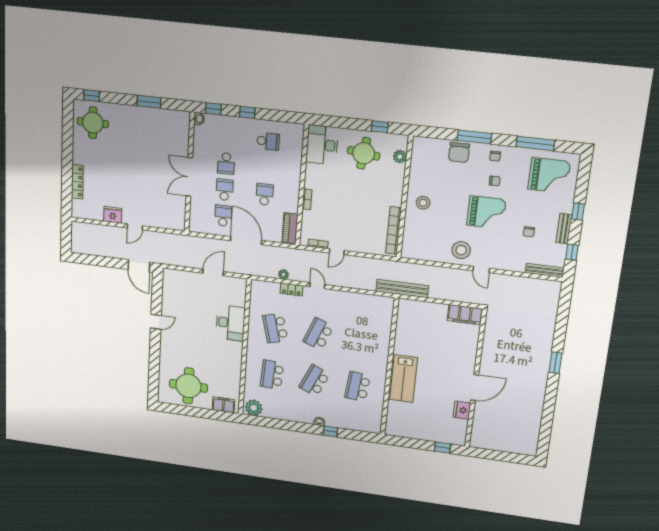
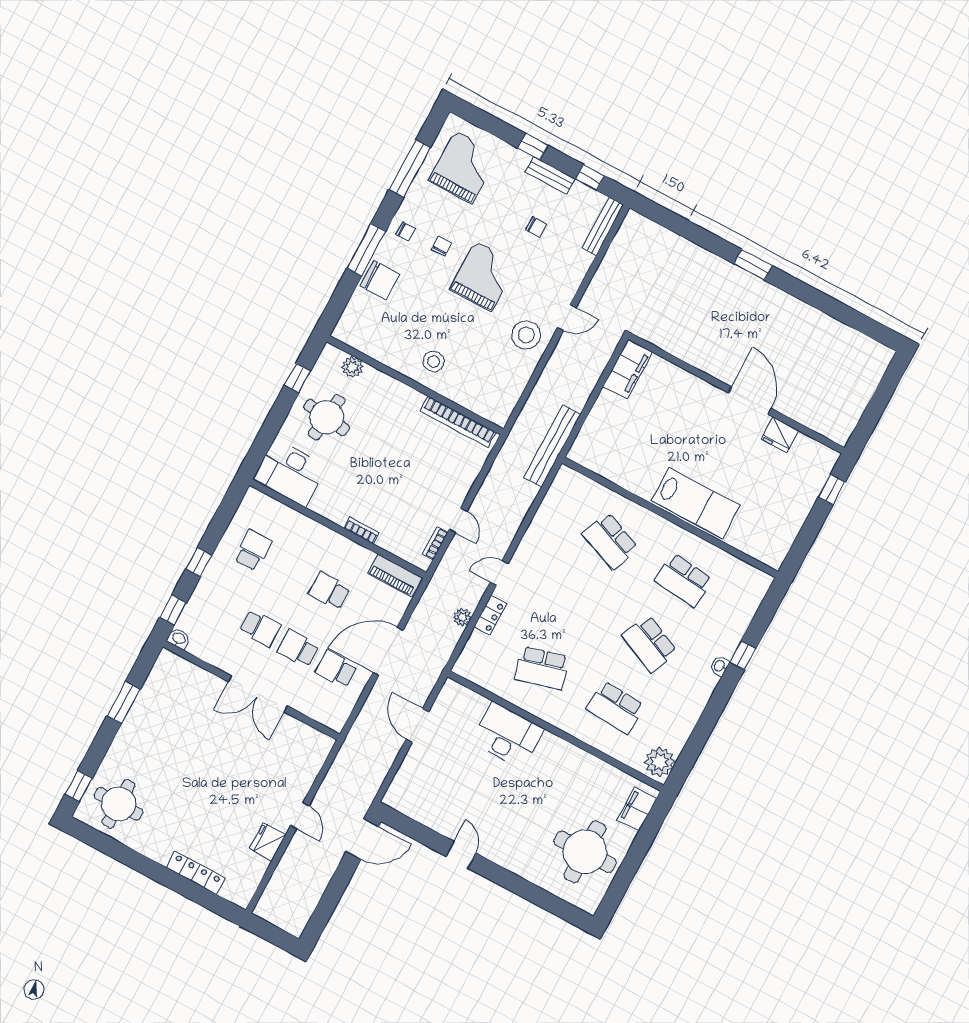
school desk: (318, 334) -> (610, 541), moved

